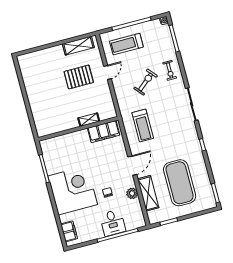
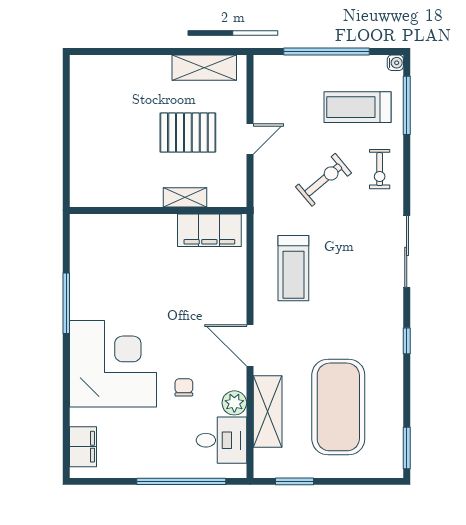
treadmill: (126, 44) -> (357, 107), moved
shelving: (89, 120) -> (185, 197), moved
wall: (78, 129) -> (158, 210), moved
filing cabinet: (104, 132) -> (209, 230), moved
door: (132, 166) -> (250, 345), swing flipped
desk: (113, 223) -> (221, 440), moved, turned -90

